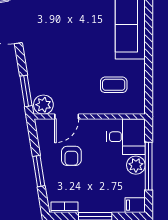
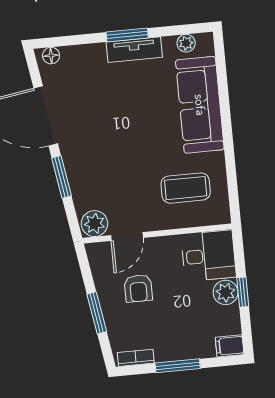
coffee table: (114, 85) -> (186, 188), width x1.36, depth x1.30
window: (26, 91) -> (61, 177), moved
window: (149, 166) -> (243, 292), width x0.46

